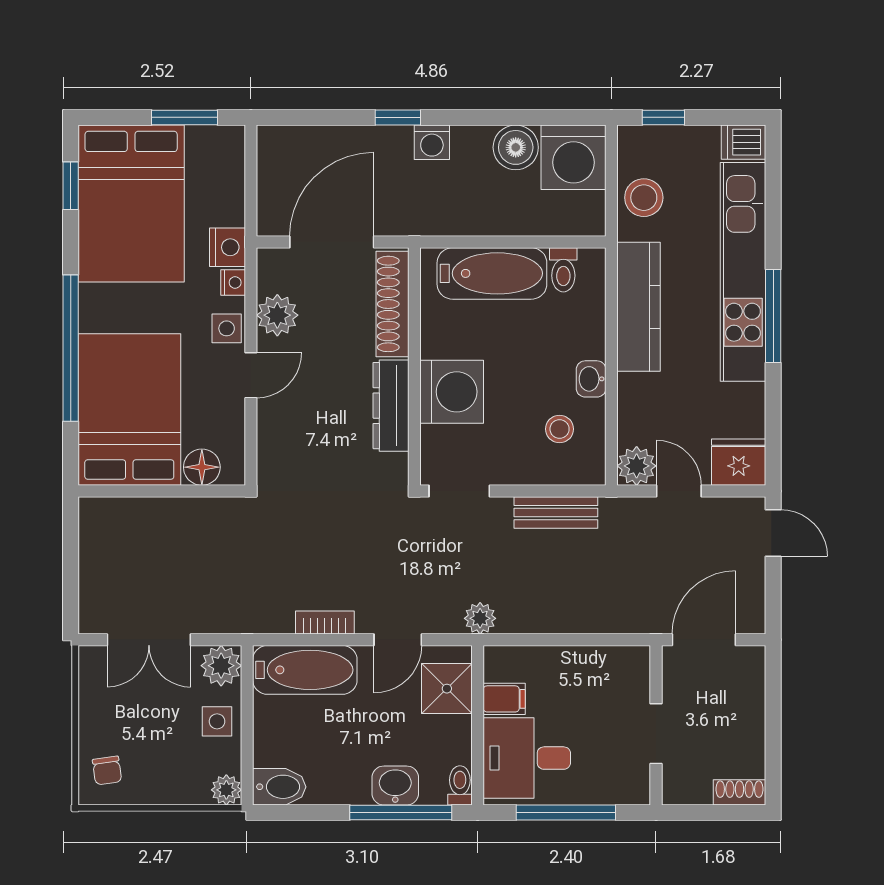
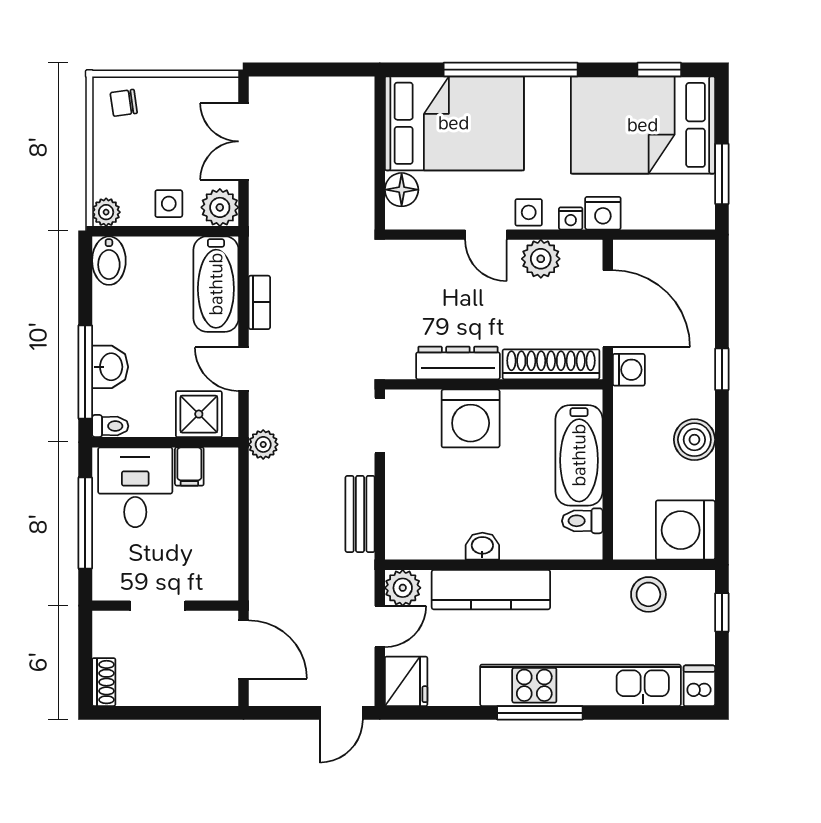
washing machine: (432, 142) -> (629, 370), moved, turned 180
boiler: (516, 147) -> (694, 440), moved
kitchen counter: (639, 307) -> (491, 590), moved
stool: (560, 429) -> (437, 517), removed

